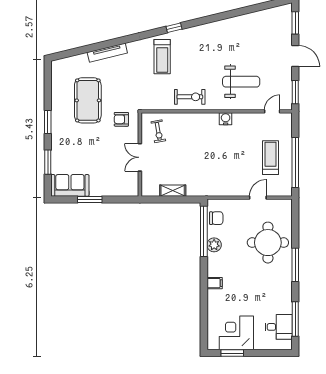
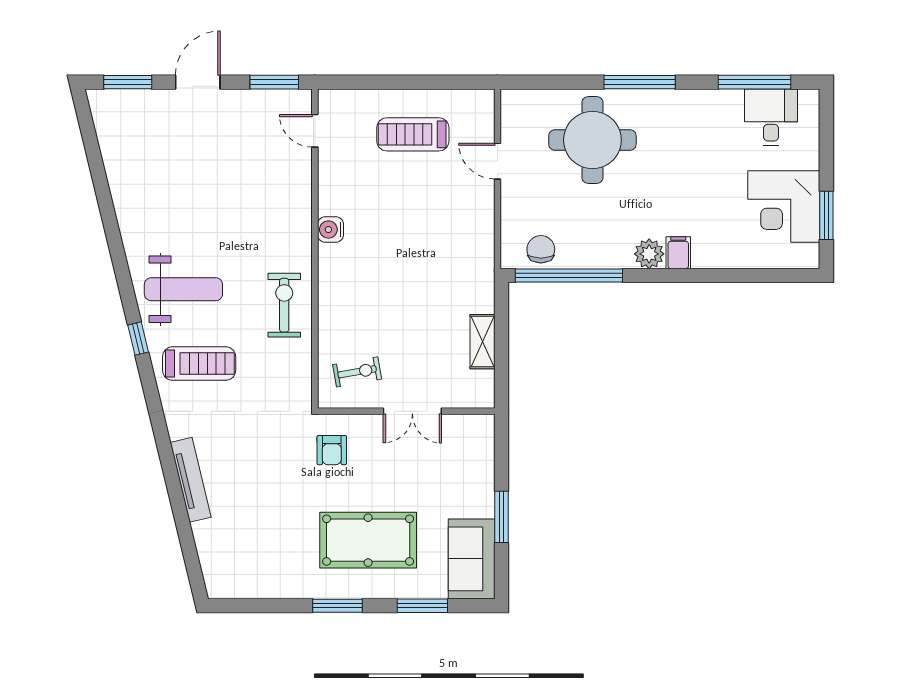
weight bench: (241, 82) -> (183, 289), moved, turned 90
pool table: (88, 100) -> (368, 540), moved
window: (295, 163) -> (423, 82), removed
plant: (214, 245) -> (649, 254), moved

